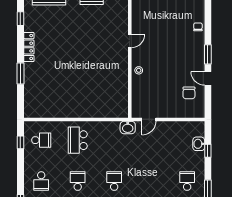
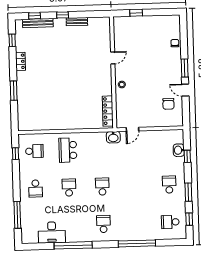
locker: (29, 47) -> (20, 61), width x0.66
locker: (123, 99) -> (108, 111), added

